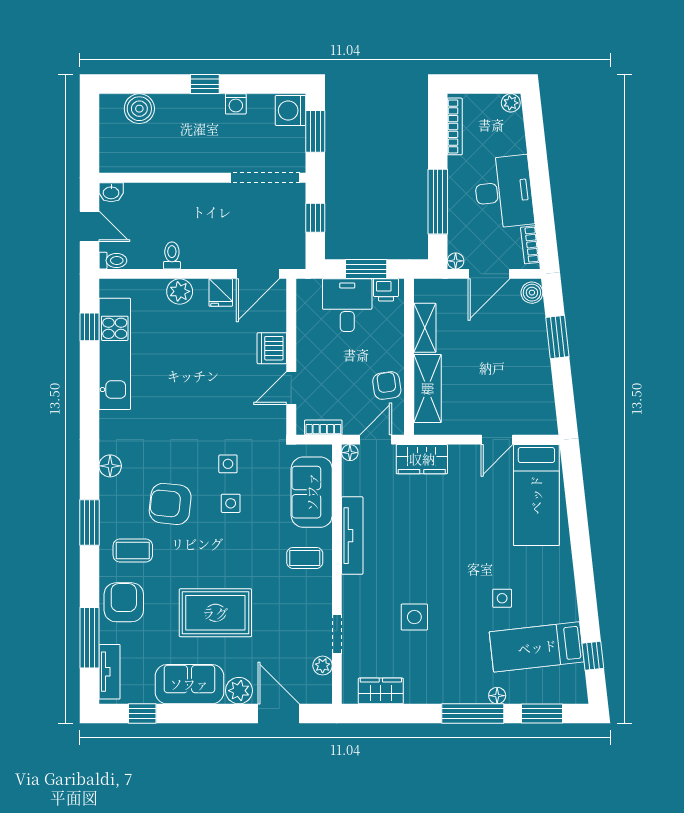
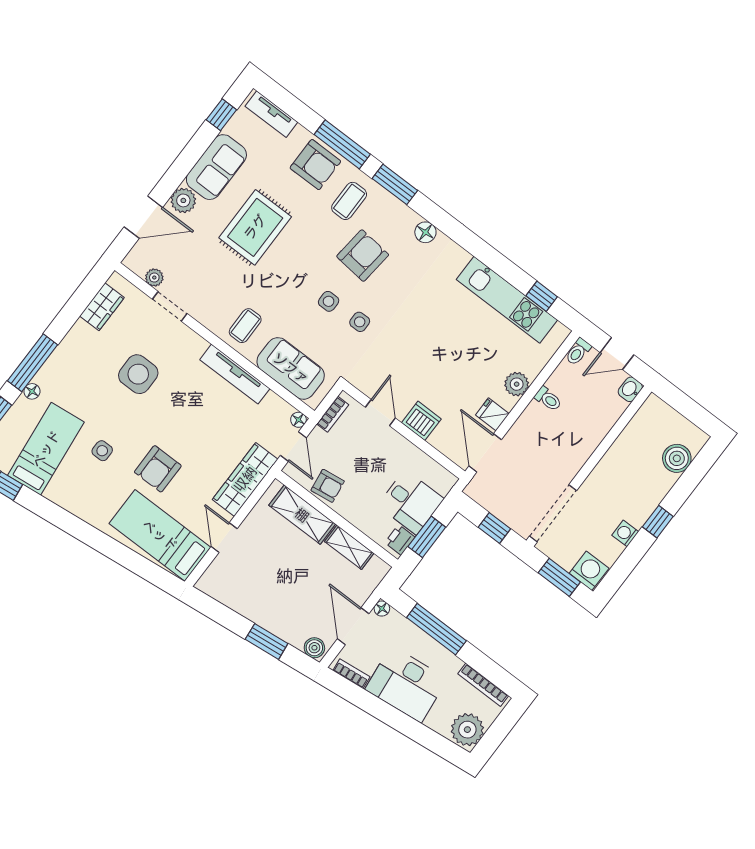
plant: (511, 103) -> (467, 730), width x1.87, depth x1.87
wardrobe: (422, 459) -> (245, 479), width x1.50
armchair: (482, 540) -> (158, 469), added
side table: (414, 617) -> (138, 374), width x1.37, depth x1.37
window: (89, 638) -> (342, 144), moved

